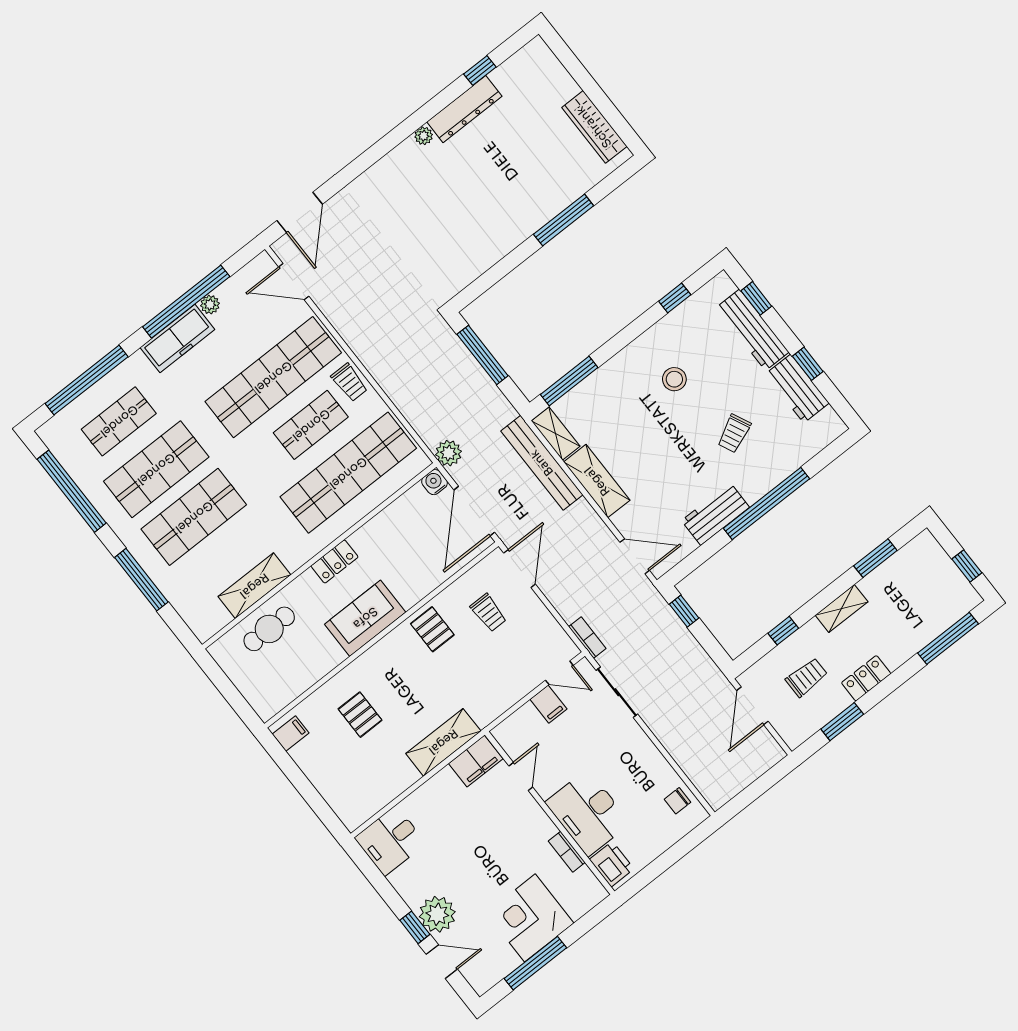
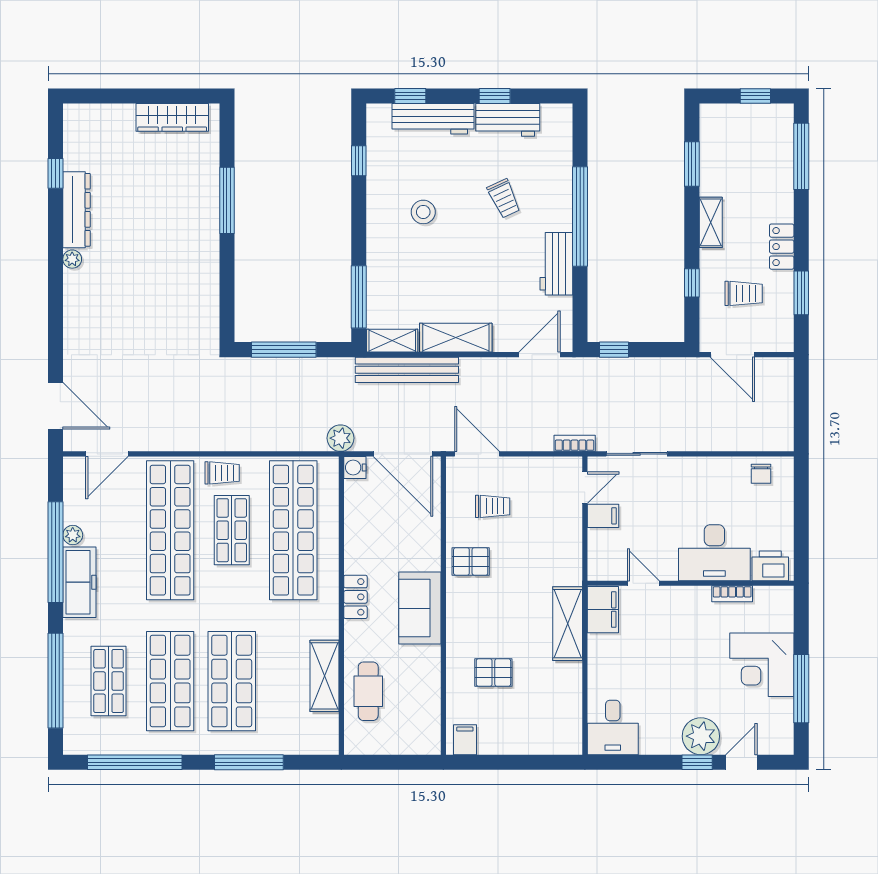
trolley: (807, 677) -> (744, 293), turned 90

